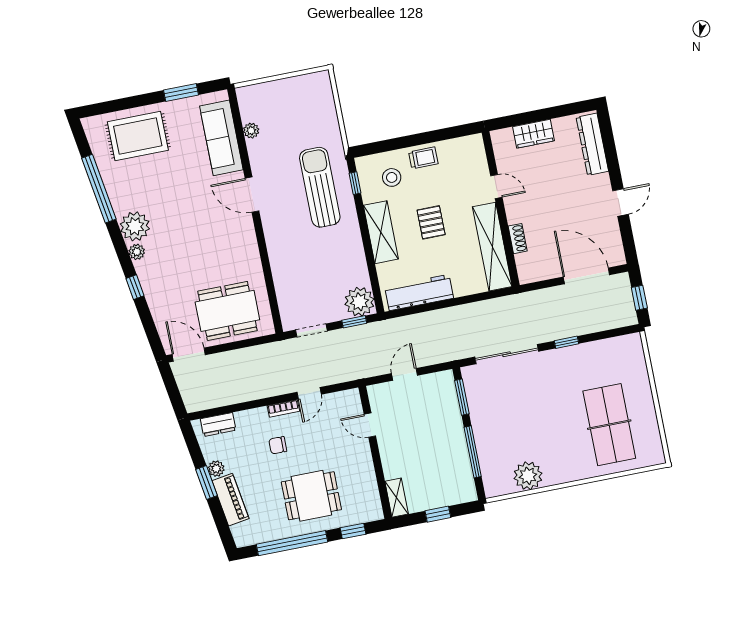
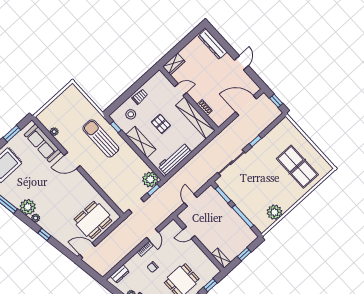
wardrobe: (533, 134) -> (174, 64), moved

